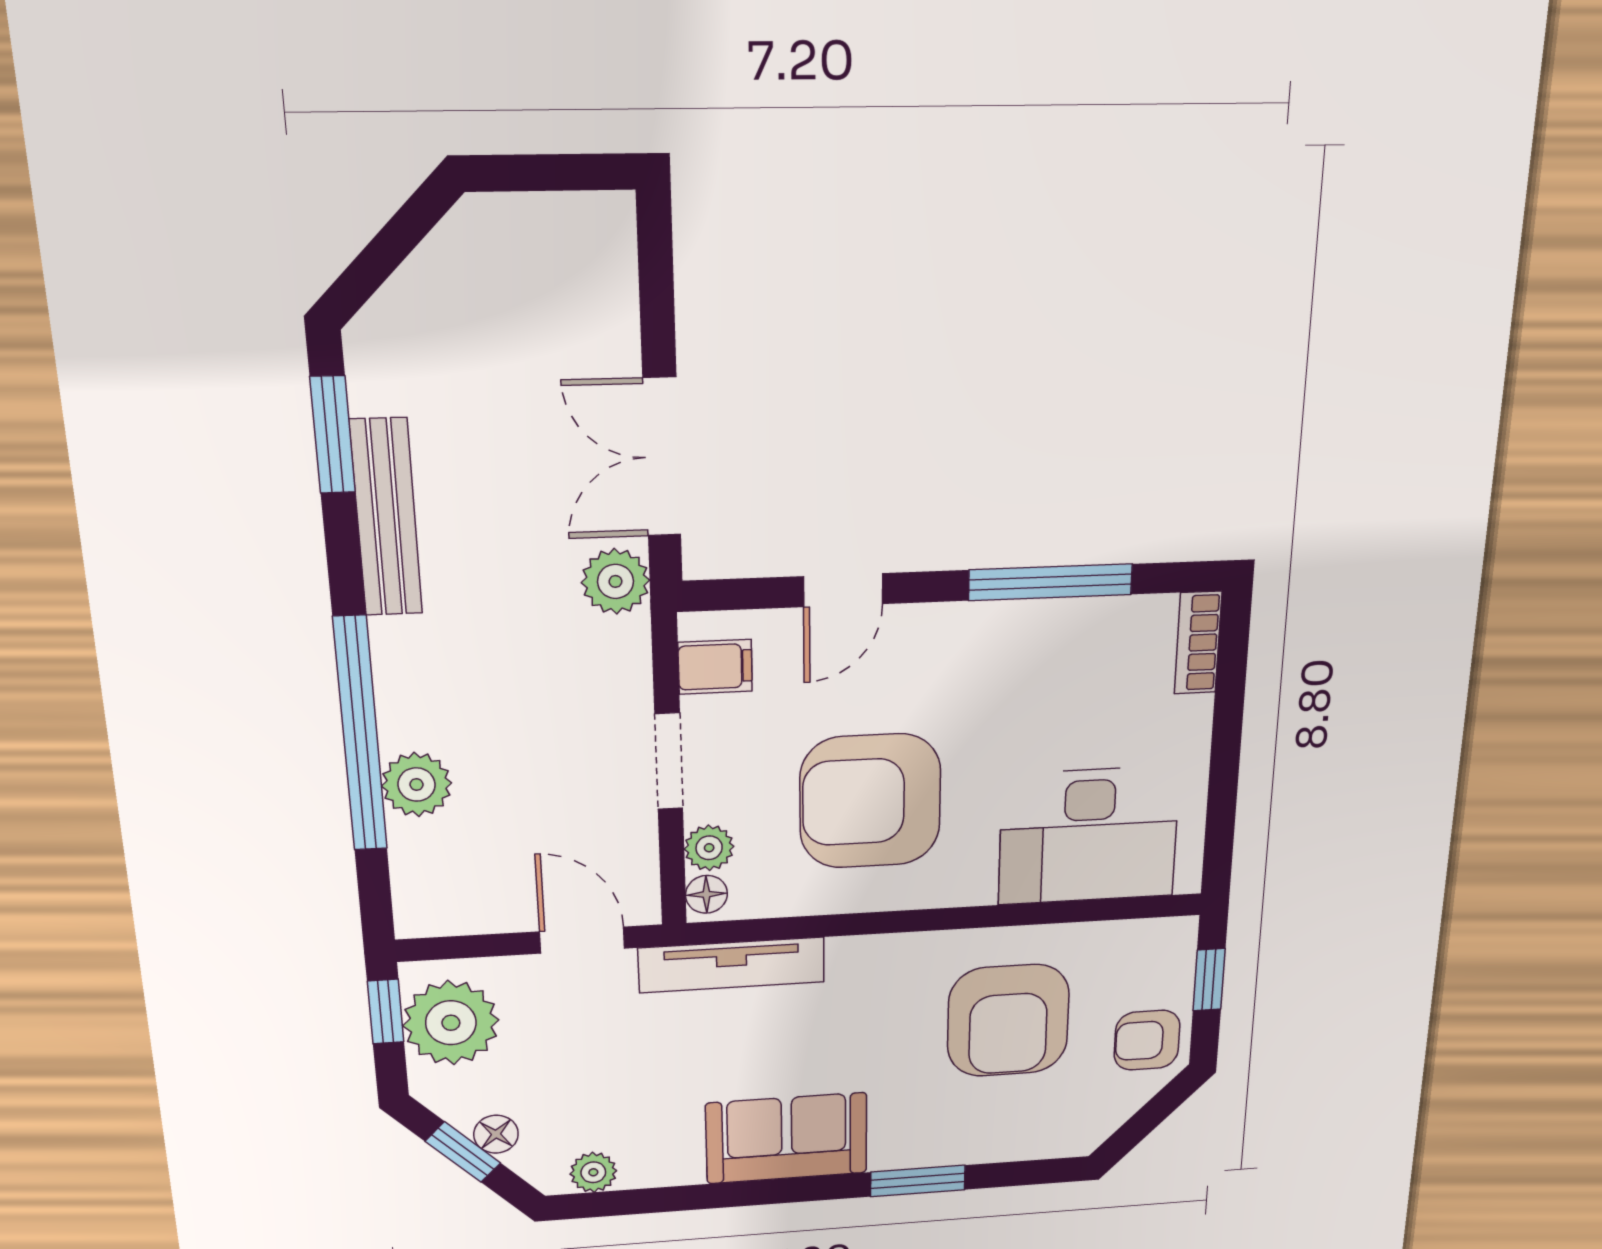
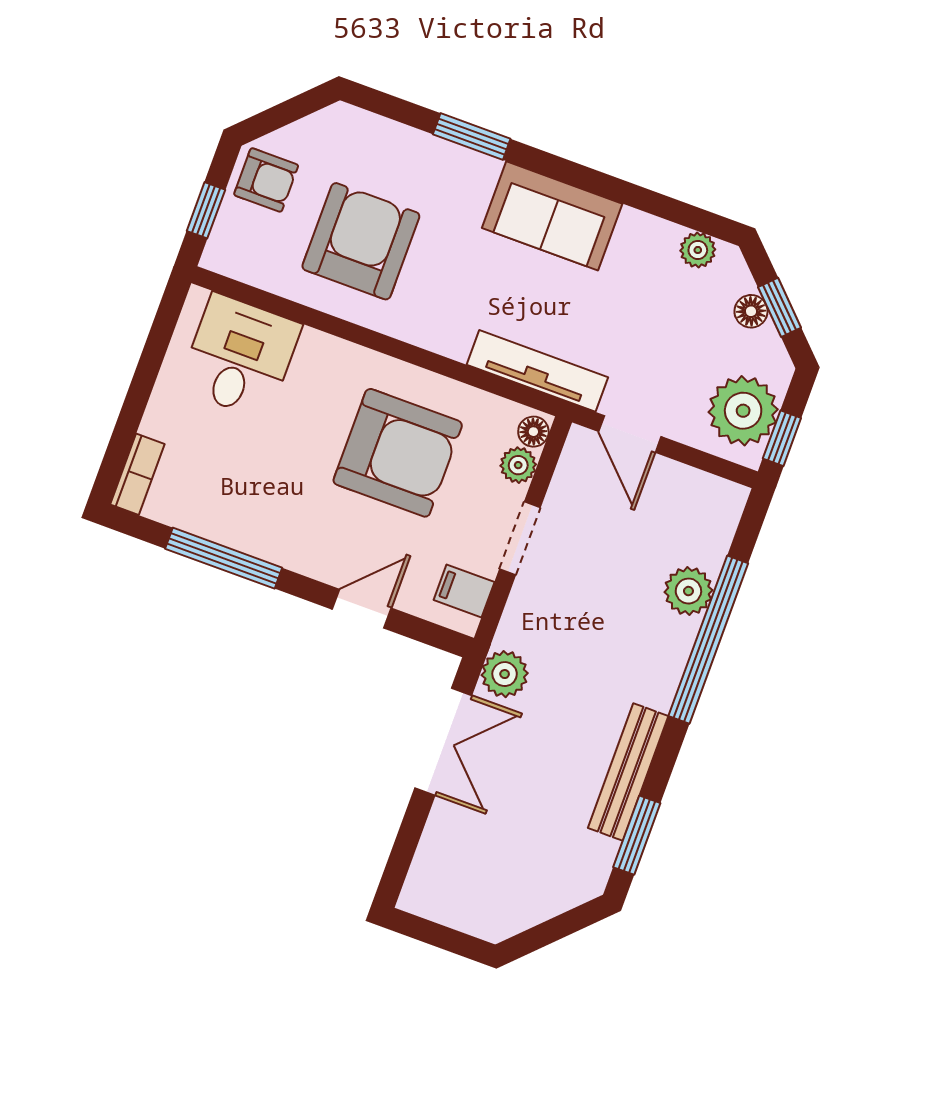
desk: (1089, 836) -> (240, 356), width x0.73

